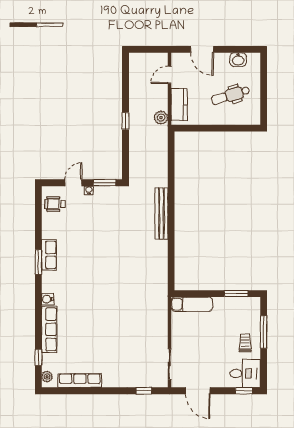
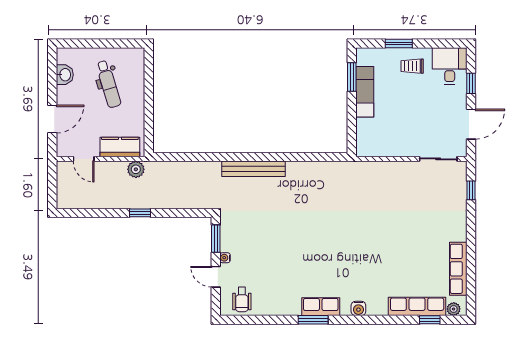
row of seats: (49, 255) -> (321, 307), moved
exam couch: (192, 304) -> (365, 92), moved
row of seats: (49, 329) -> (417, 306), moved
window: (264, 332) -> (399, 43), width x0.69
window: (244, 391) -> (471, 83), moved

